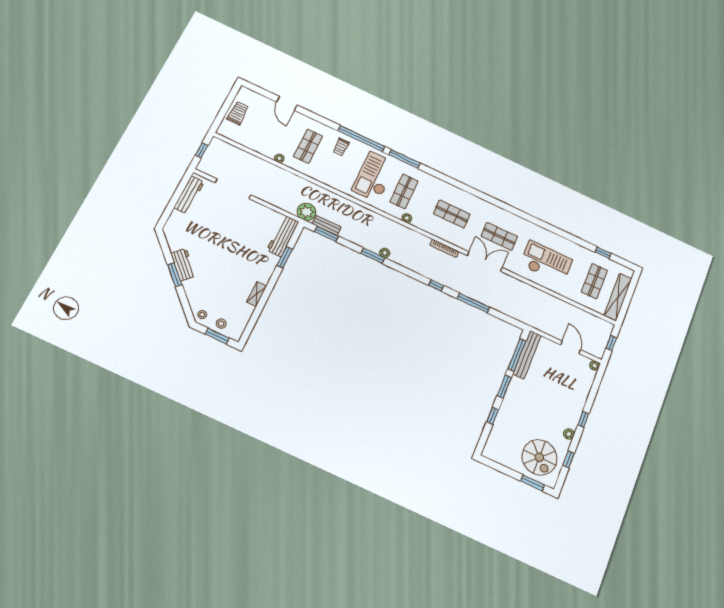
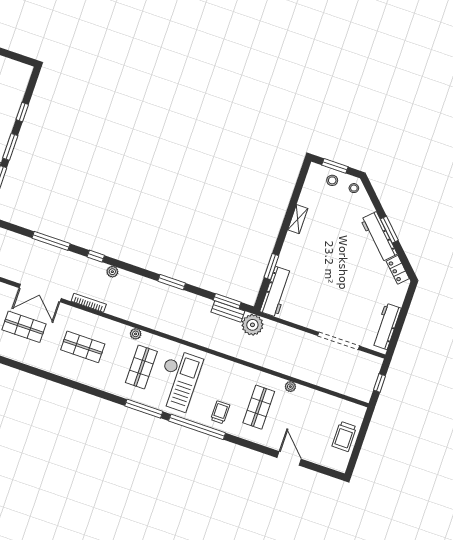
locker: (172, 240) -> (398, 270), added
plant: (385, 253) -> (112, 272), moved
workbench: (183, 265) -> (379, 237), width x1.38

